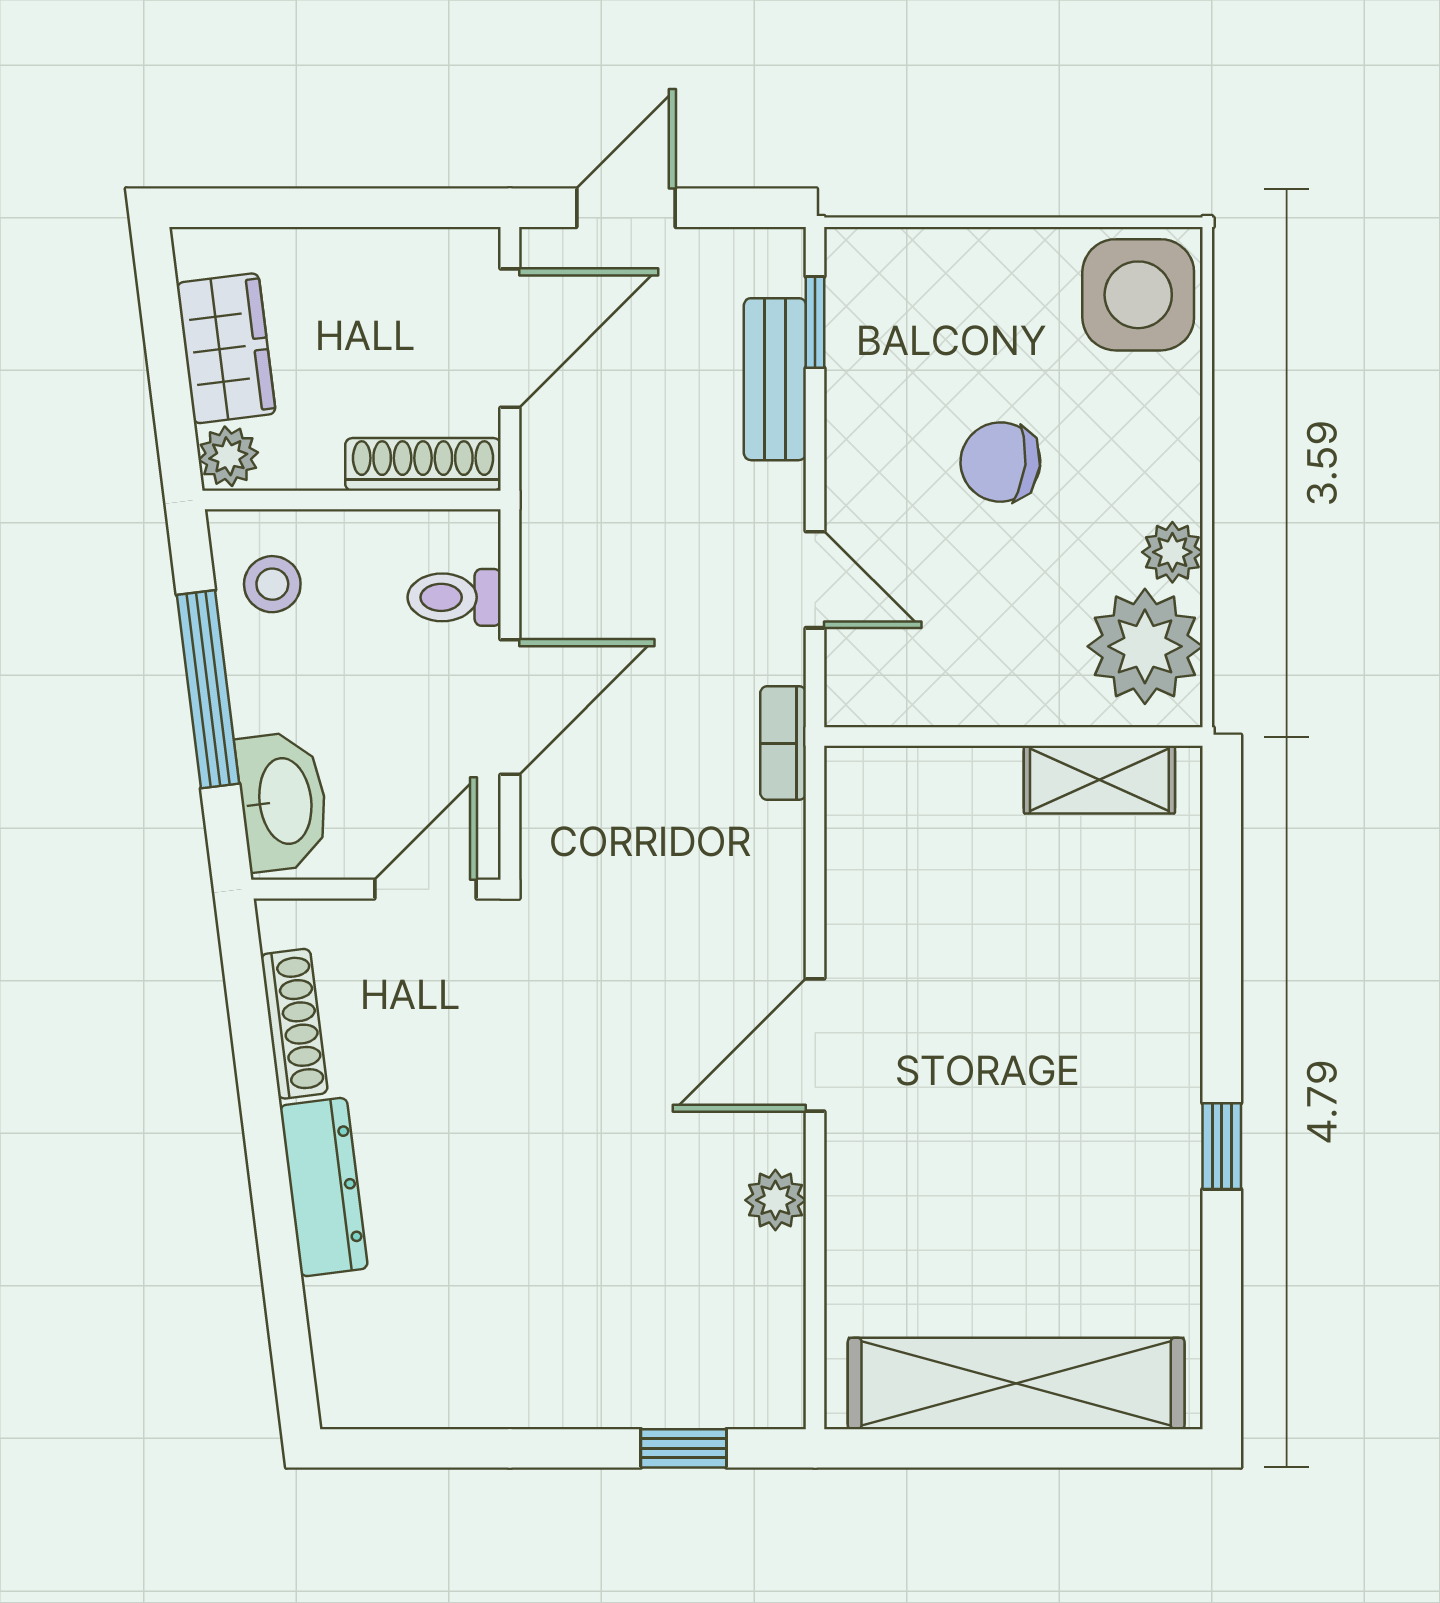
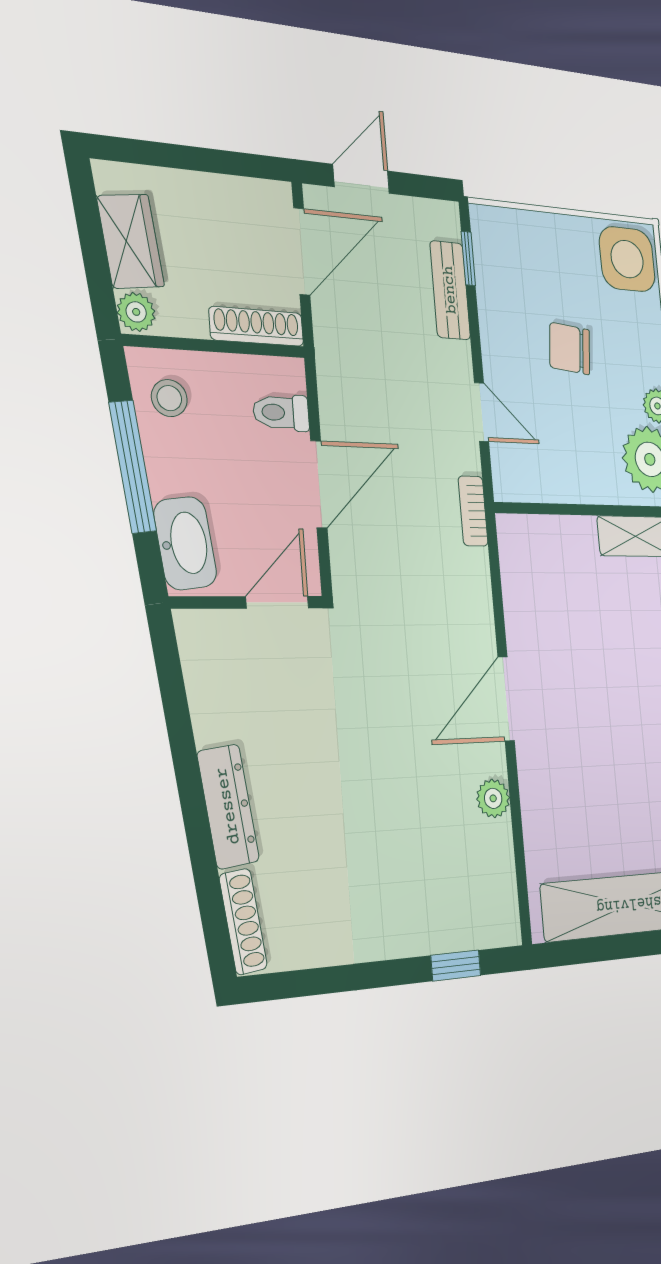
shoe rack: (294, 1024) -> (243, 921), moved

